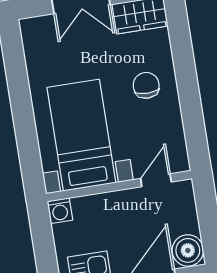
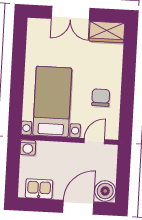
chair: (146, 85) -> (101, 98), moved

